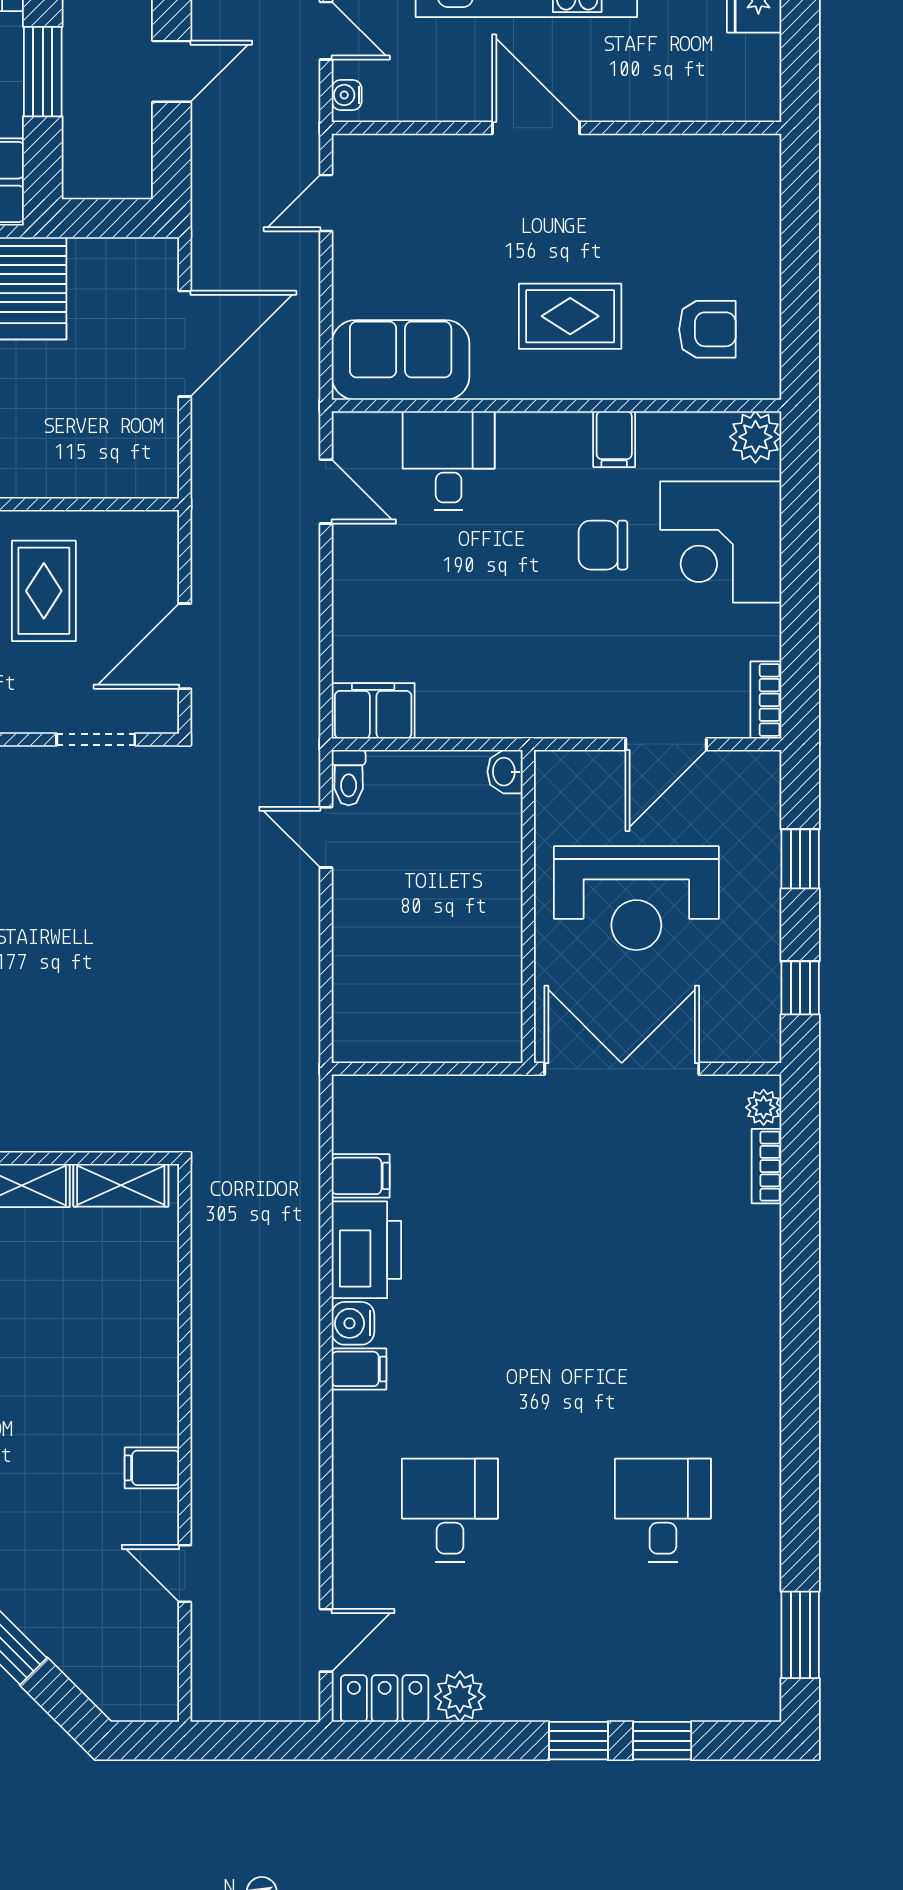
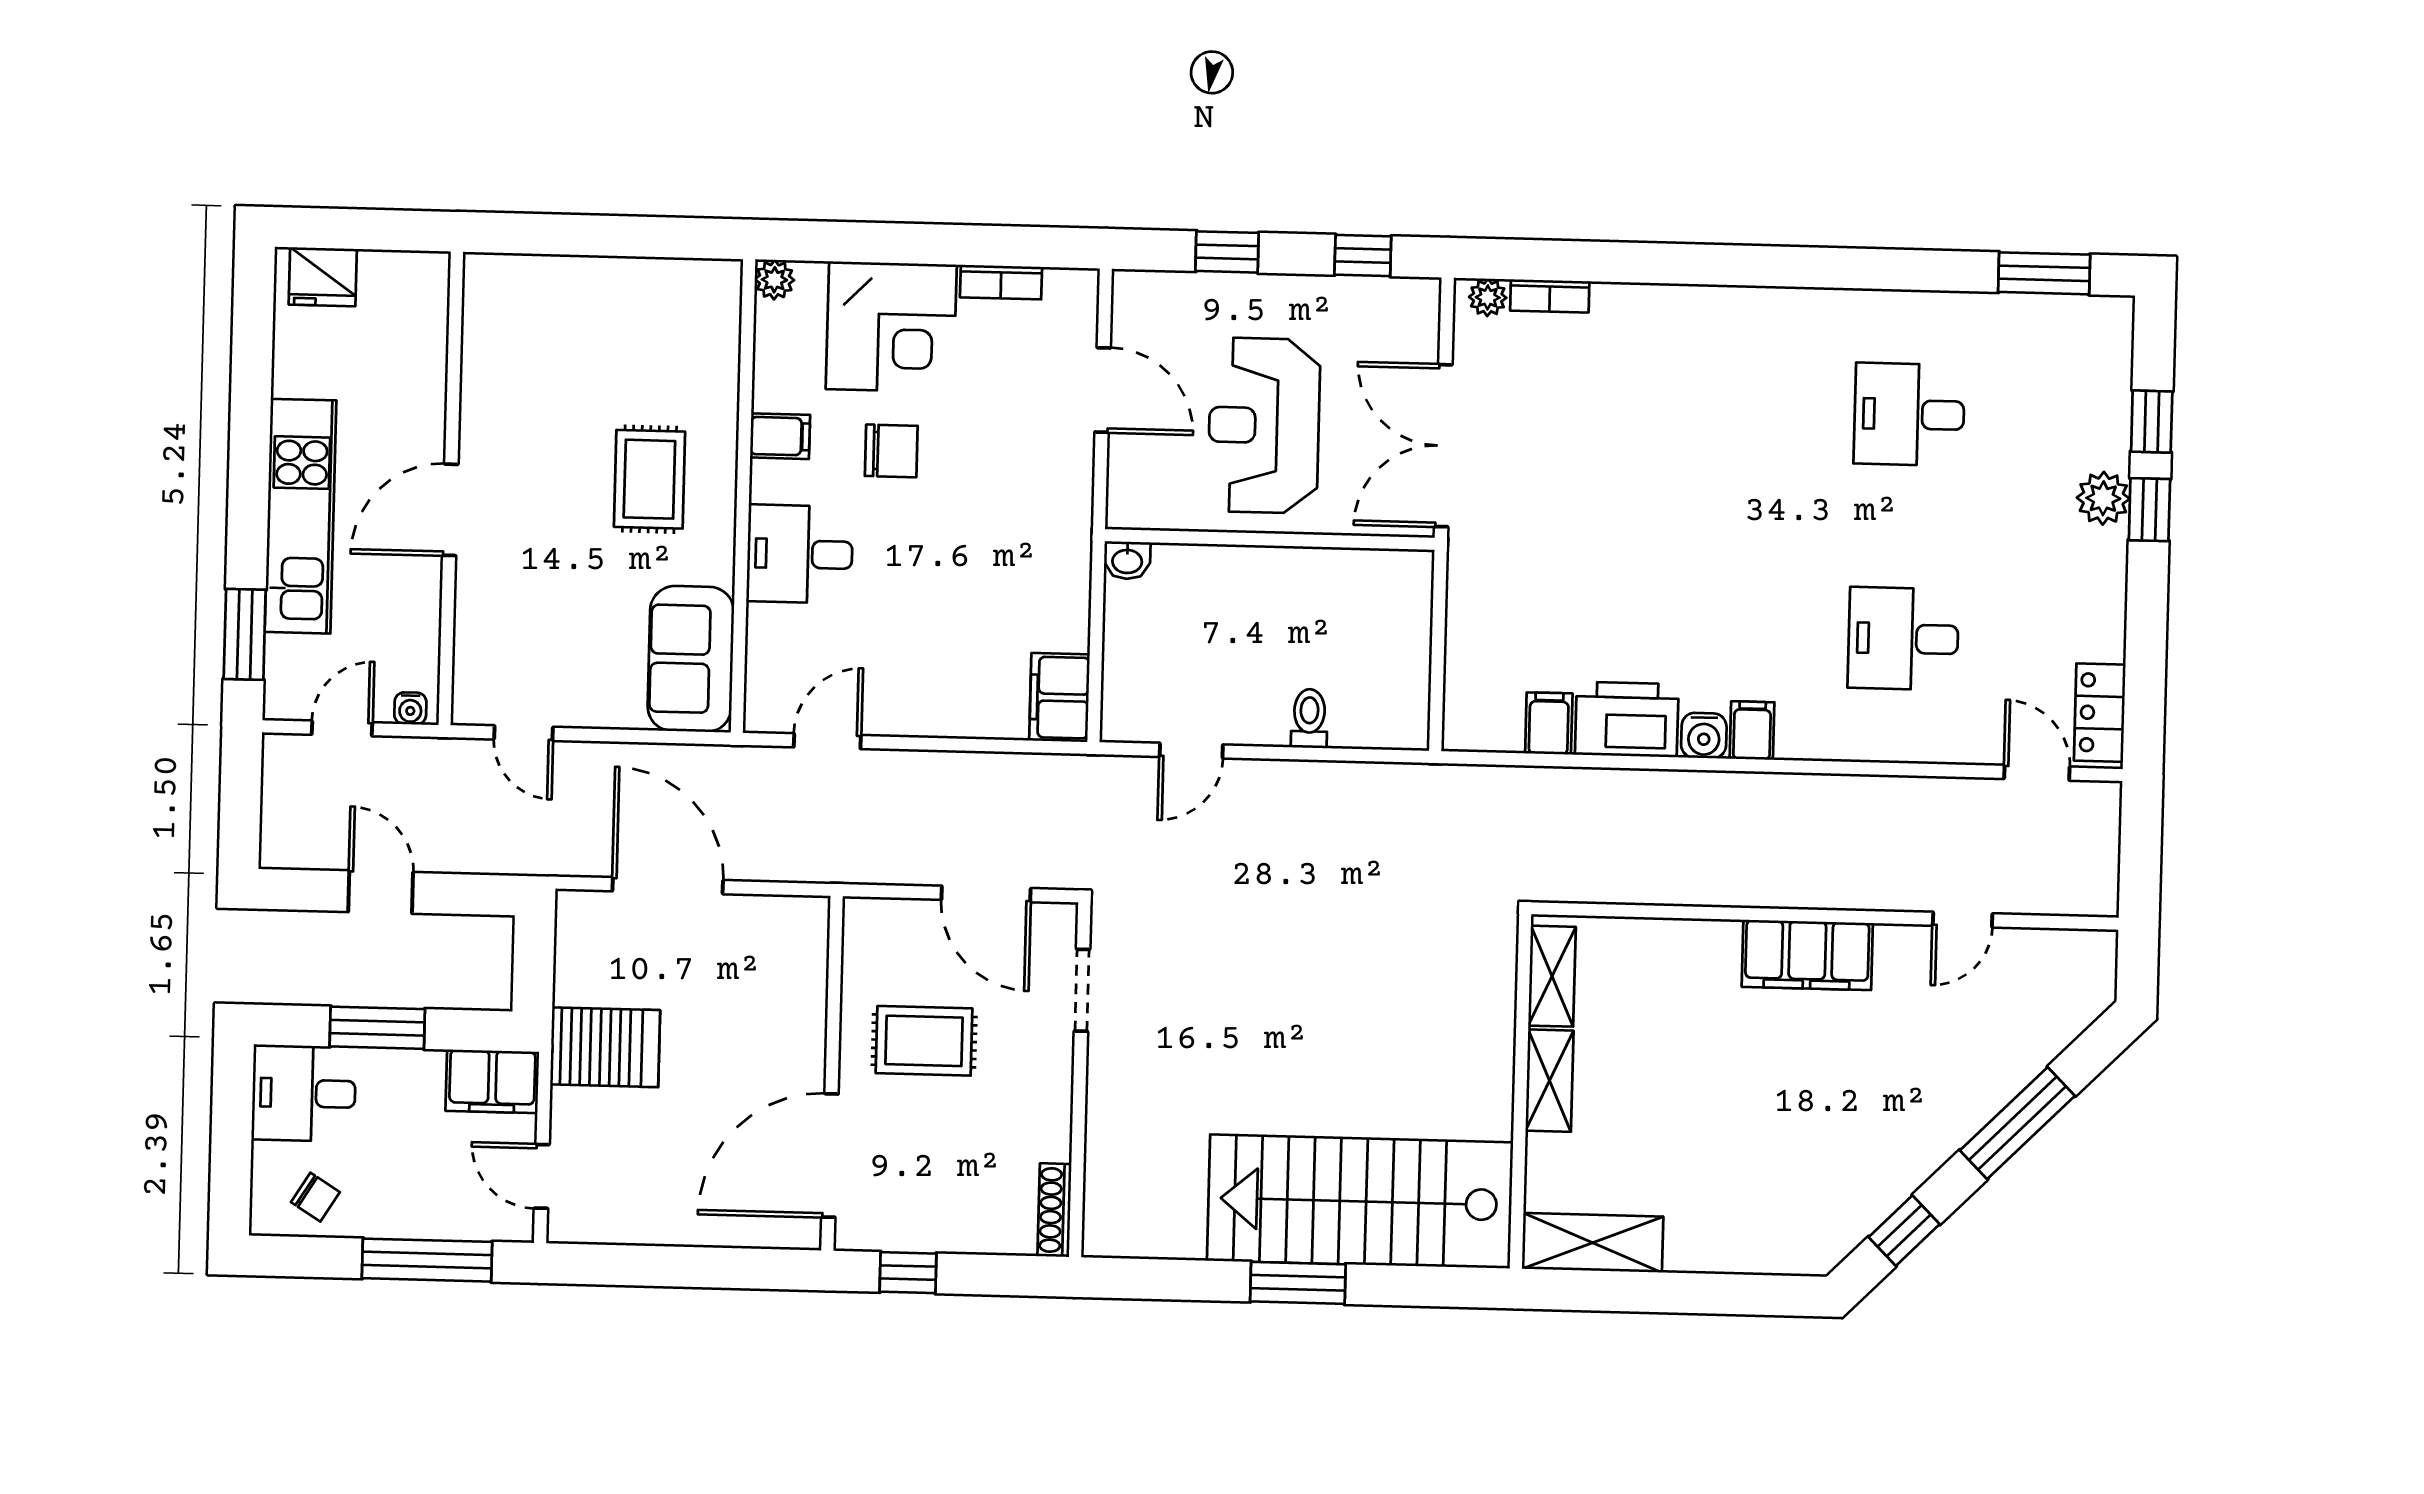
armchair: (707, 329) -> (667, 335), removed
plant: (755, 437) -> (774, 280), width x0.73, depth x0.73
desk: (449, 461) -> (800, 554), moved
chair: (603, 545) -> (891, 451), turned -90
bookcase: (766, 700) -> (1001, 282), moved
toilet: (349, 778) -> (1309, 719), moved, turned -90
reception desk: (636, 898) -> (1264, 425), turned 180
filing cabinet: (152, 1468) -> (1807, 955), width x3.00, depth x1.17
plant: (460, 1697) -> (2103, 498), moved

